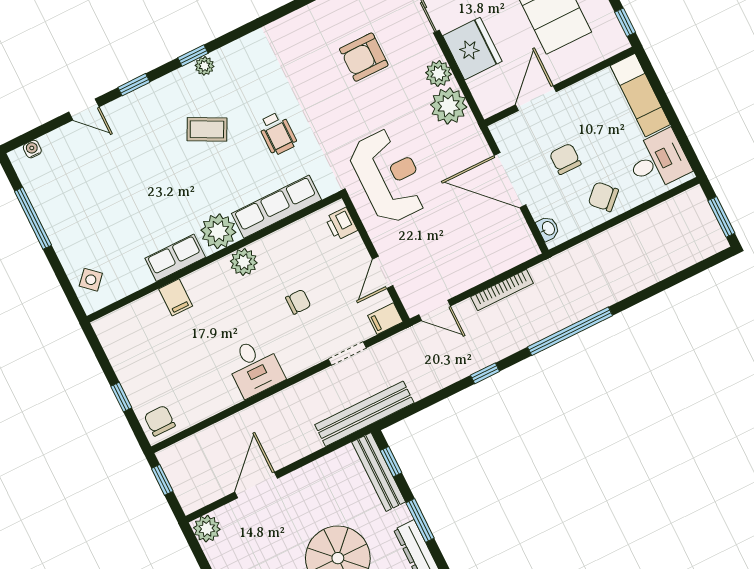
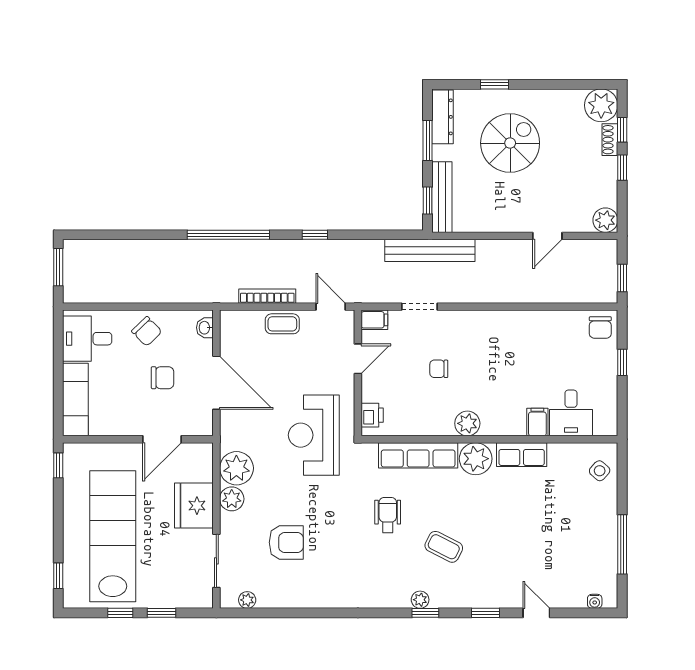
chair: (565, 159) -> (163, 378), turned -90
coffee table: (474, 270) -> (282, 324), added
desk: (255, 367) -> (571, 413), moved, turned 180
door: (256, 485) -> (547, 236), width x0.73

